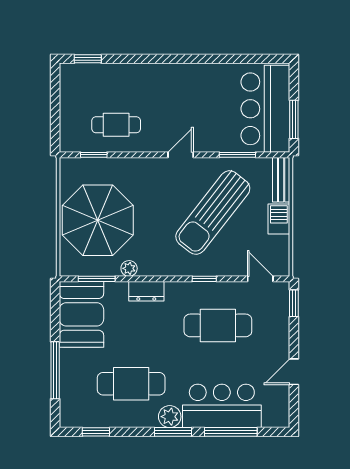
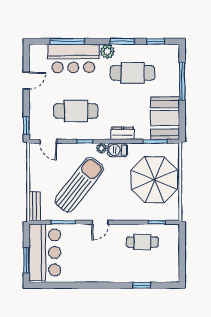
window: (88, 59) -> (142, 285), moved
window: (294, 119) -> (26, 260), moved
barbecue: (279, 219) -> (118, 150), moved, turned 90
plant: (129, 268) -> (101, 148), moved
window: (173, 432) -> (122, 41), moved

